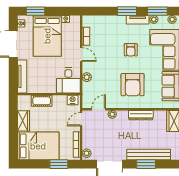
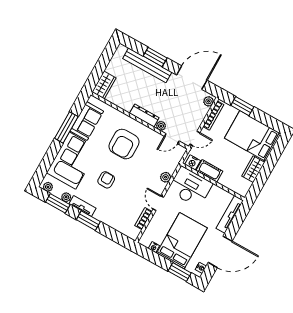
desk: (68, 80) -> (190, 187), width x1.37
armchair: (133, 85) -> (124, 144), turned 180
cot: (42, 101) -> (209, 171), moved
dresser: (141, 115) -> (144, 115), moved

